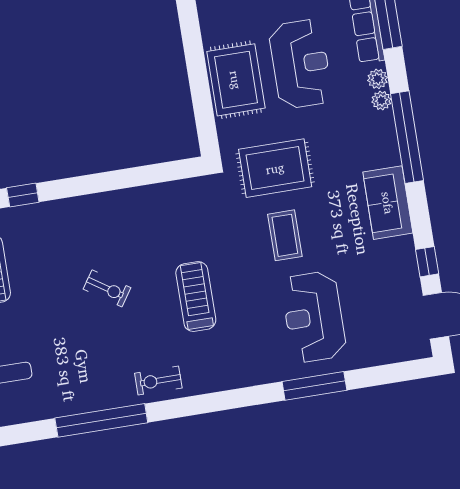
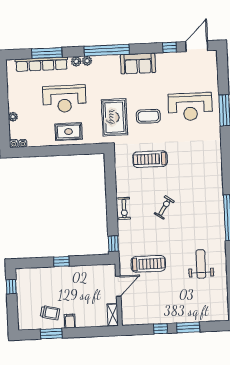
reception desk: (300, 64) -> (64, 99), turned 180
rug: (236, 80) -> (68, 132), width x0.73, depth x0.70
treadmill: (196, 297) -> (150, 159), moved
exercise bike: (158, 381) -> (124, 209), moved

